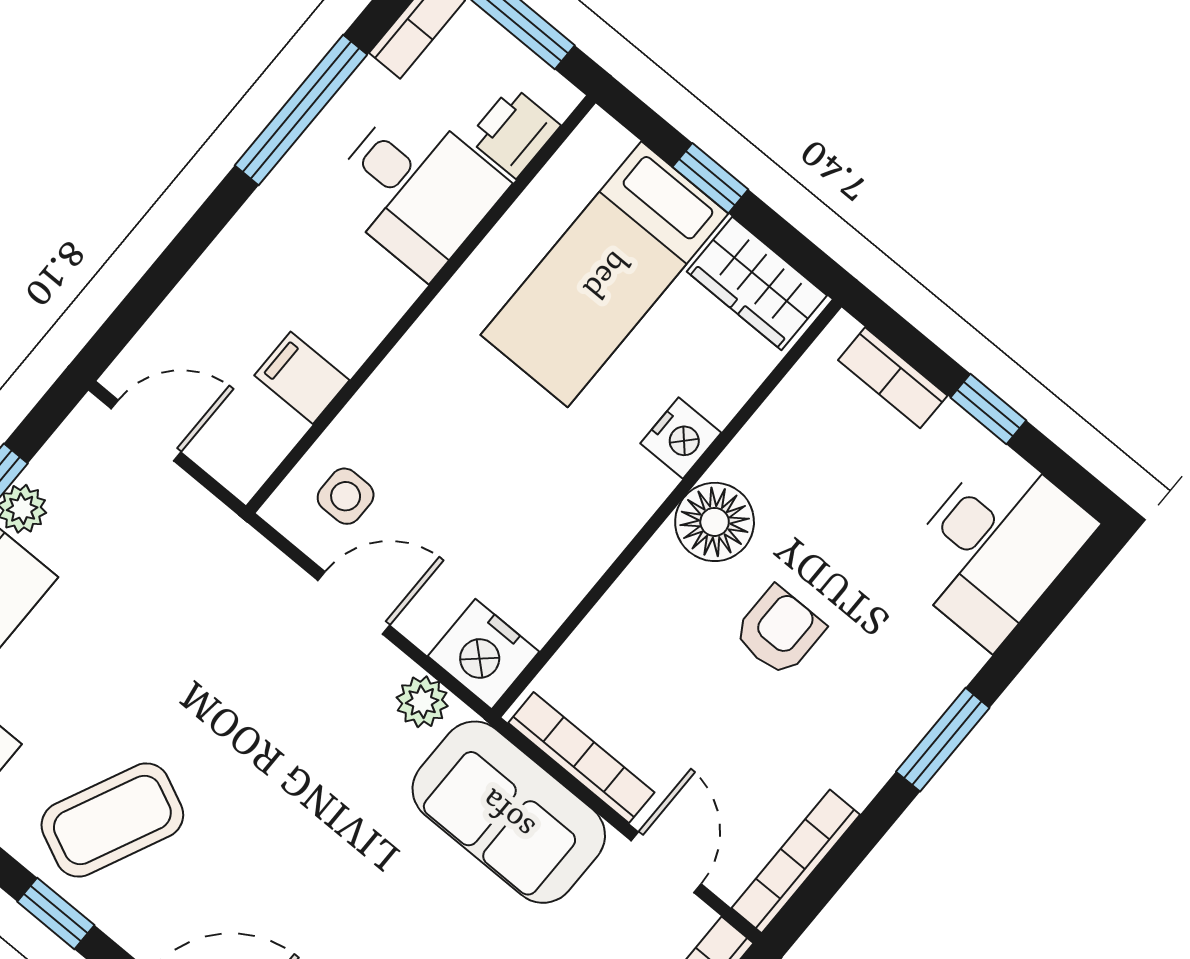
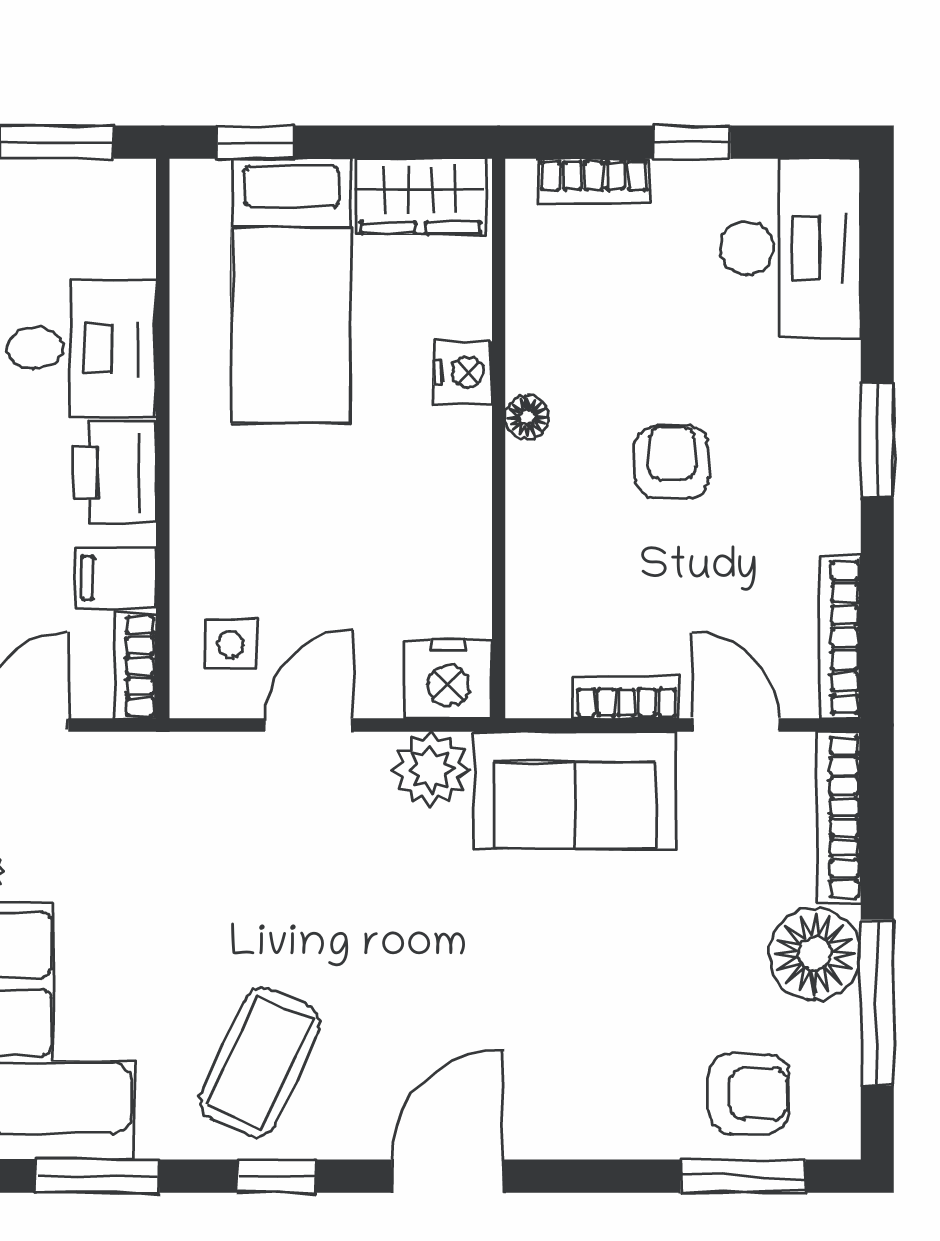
printer: (514, 132) -> (114, 473), moved, width x1.36, depth x1.24
window: (710, 178) -> (256, 142), moved
bookcase: (262, 454) -> (135, 666), added
floor lamp: (715, 522) -> (527, 417), width x0.53, depth x0.53
plant: (422, 702) -> (431, 769), width x1.38, depth x1.38
bookcase: (581, 758) -> (627, 697), width x0.64

